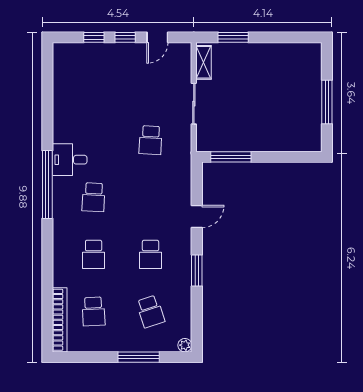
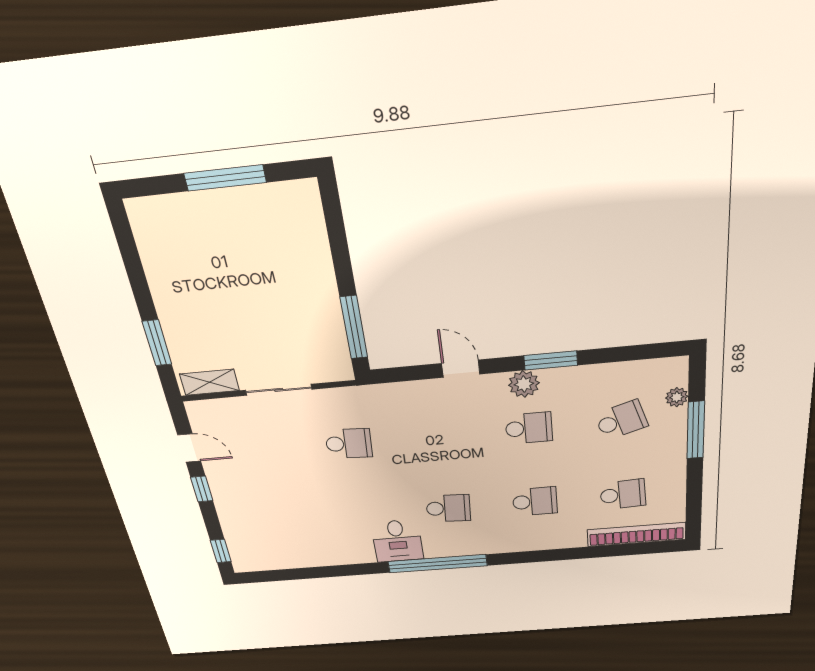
window: (94, 37) -> (221, 551), moved
plant: (182, 253) -> (524, 384), added
plant: (185, 345) -> (677, 397), moved

